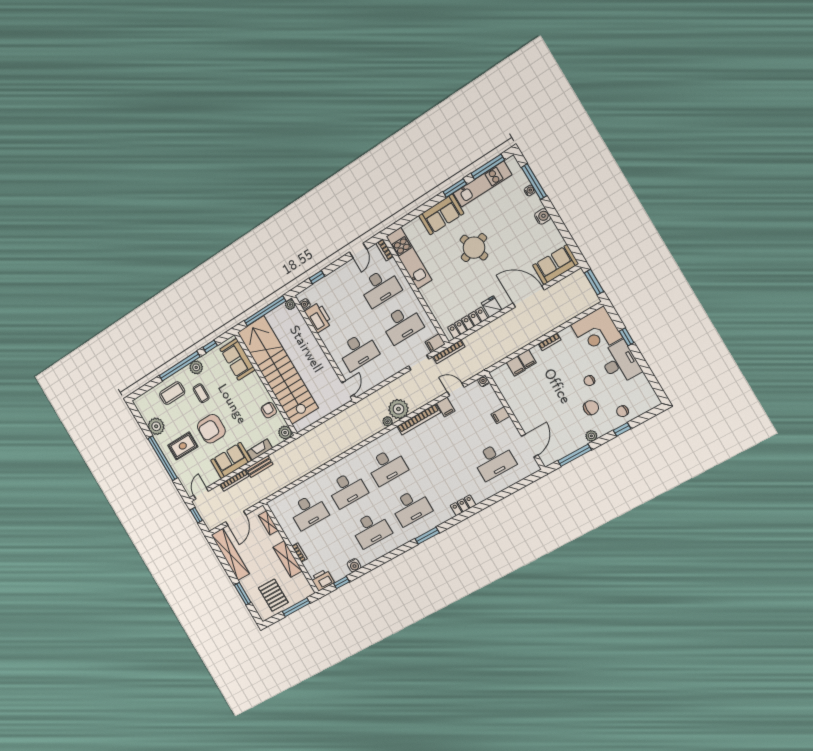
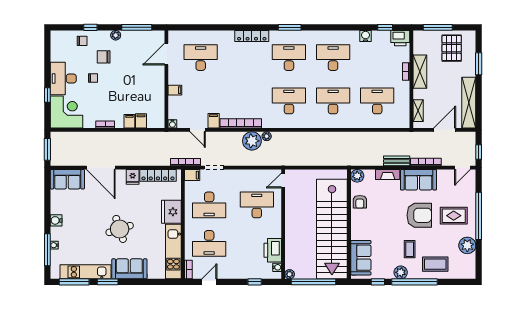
desk: (380, 287) -> (209, 243), turned 180
fridge: (434, 296) -> (171, 212), added
desk: (402, 324) -> (209, 205), turned 180
locker: (463, 505) -> (252, 36), width x1.53

